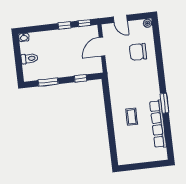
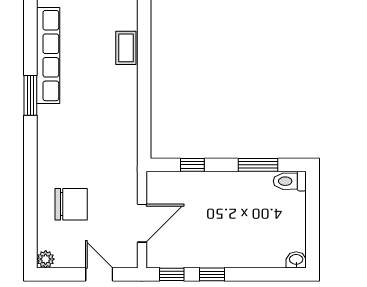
toilet: (29, 59) -> (290, 181), moved
coffee table: (132, 117) -> (126, 48), moved

